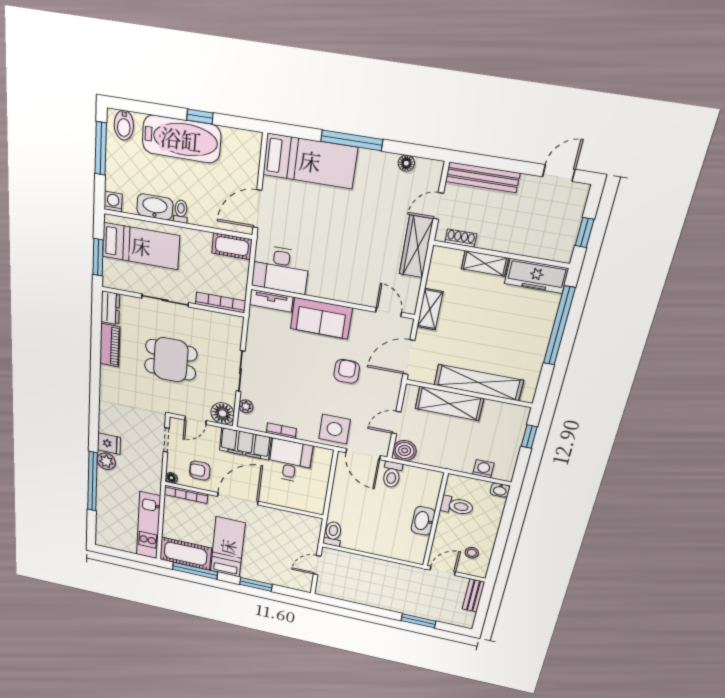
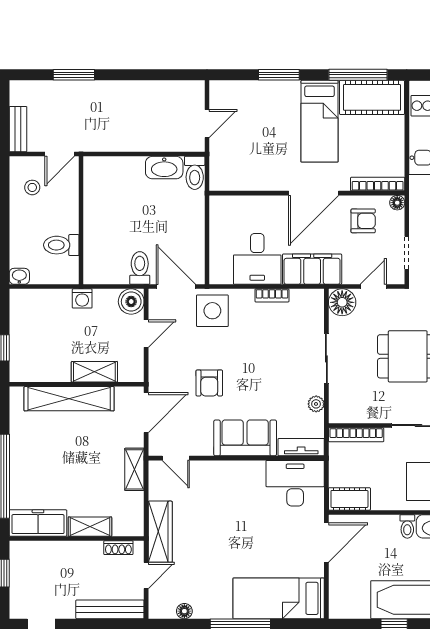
shelving: (449, 404) -> (94, 372), width x0.67, depth x0.75
plant: (246, 406) -> (316, 404), moved
washing machine: (483, 469) -> (82, 298), moved
washbasin: (423, 521) -> (164, 168), moved, turned 90

